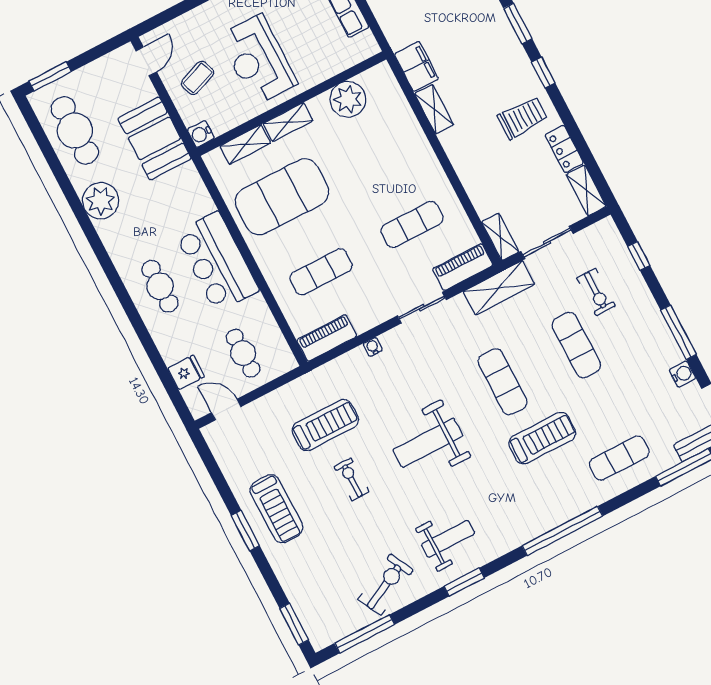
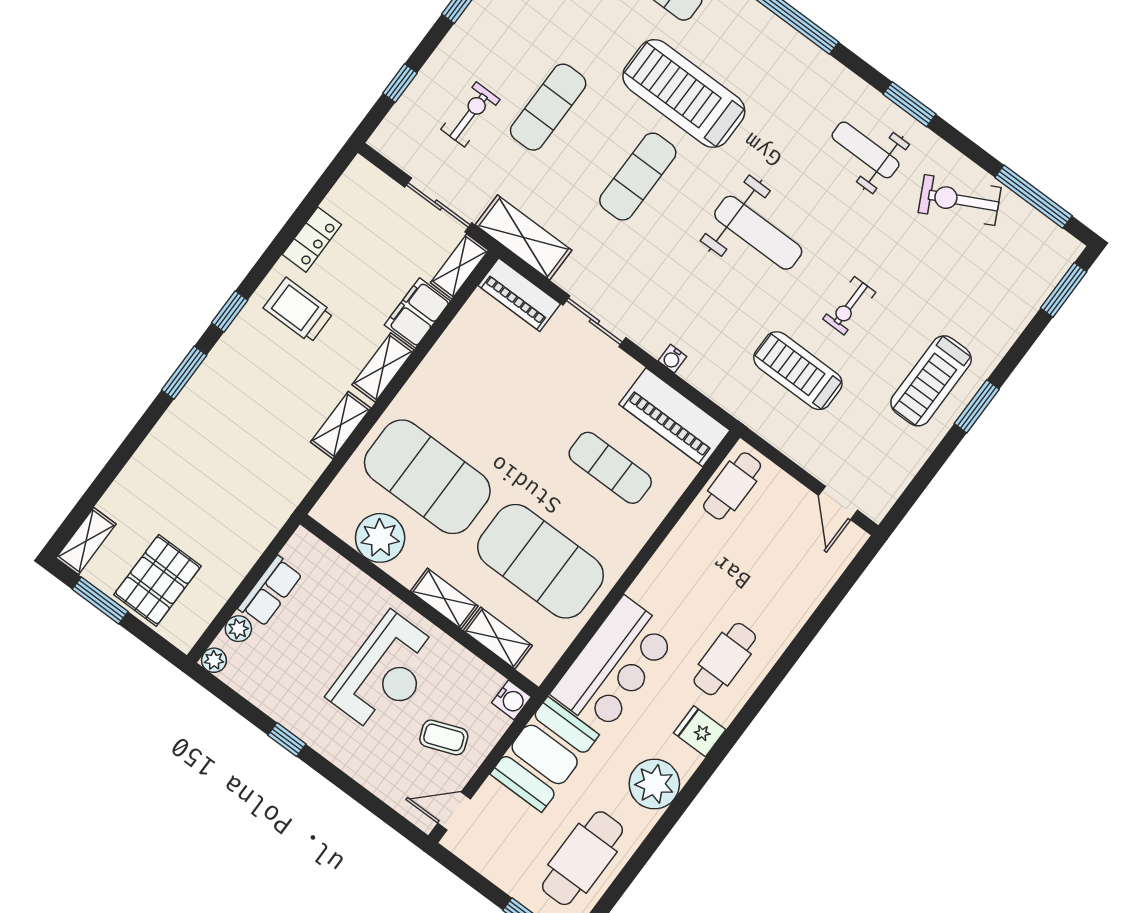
filing cabinet: (416, 66) -> (417, 313), moved
shelving: (586, 190) -> (383, 367), moved
exercise mat: (412, 224) -> (427, 477), moved, width x2.00, depth x1.45
bar counter: (217, 262) -> (614, 665), moved
piano: (327, 338) -> (674, 417), width x1.37, depth x1.33
cafe table: (243, 353) -> (732, 486), moved
fridge: (186, 372) -> (700, 731), moved
treadmill: (542, 438) -> (684, 93), width x1.37, depth x1.38
treadmill: (277, 509) -> (931, 381), turned 180

